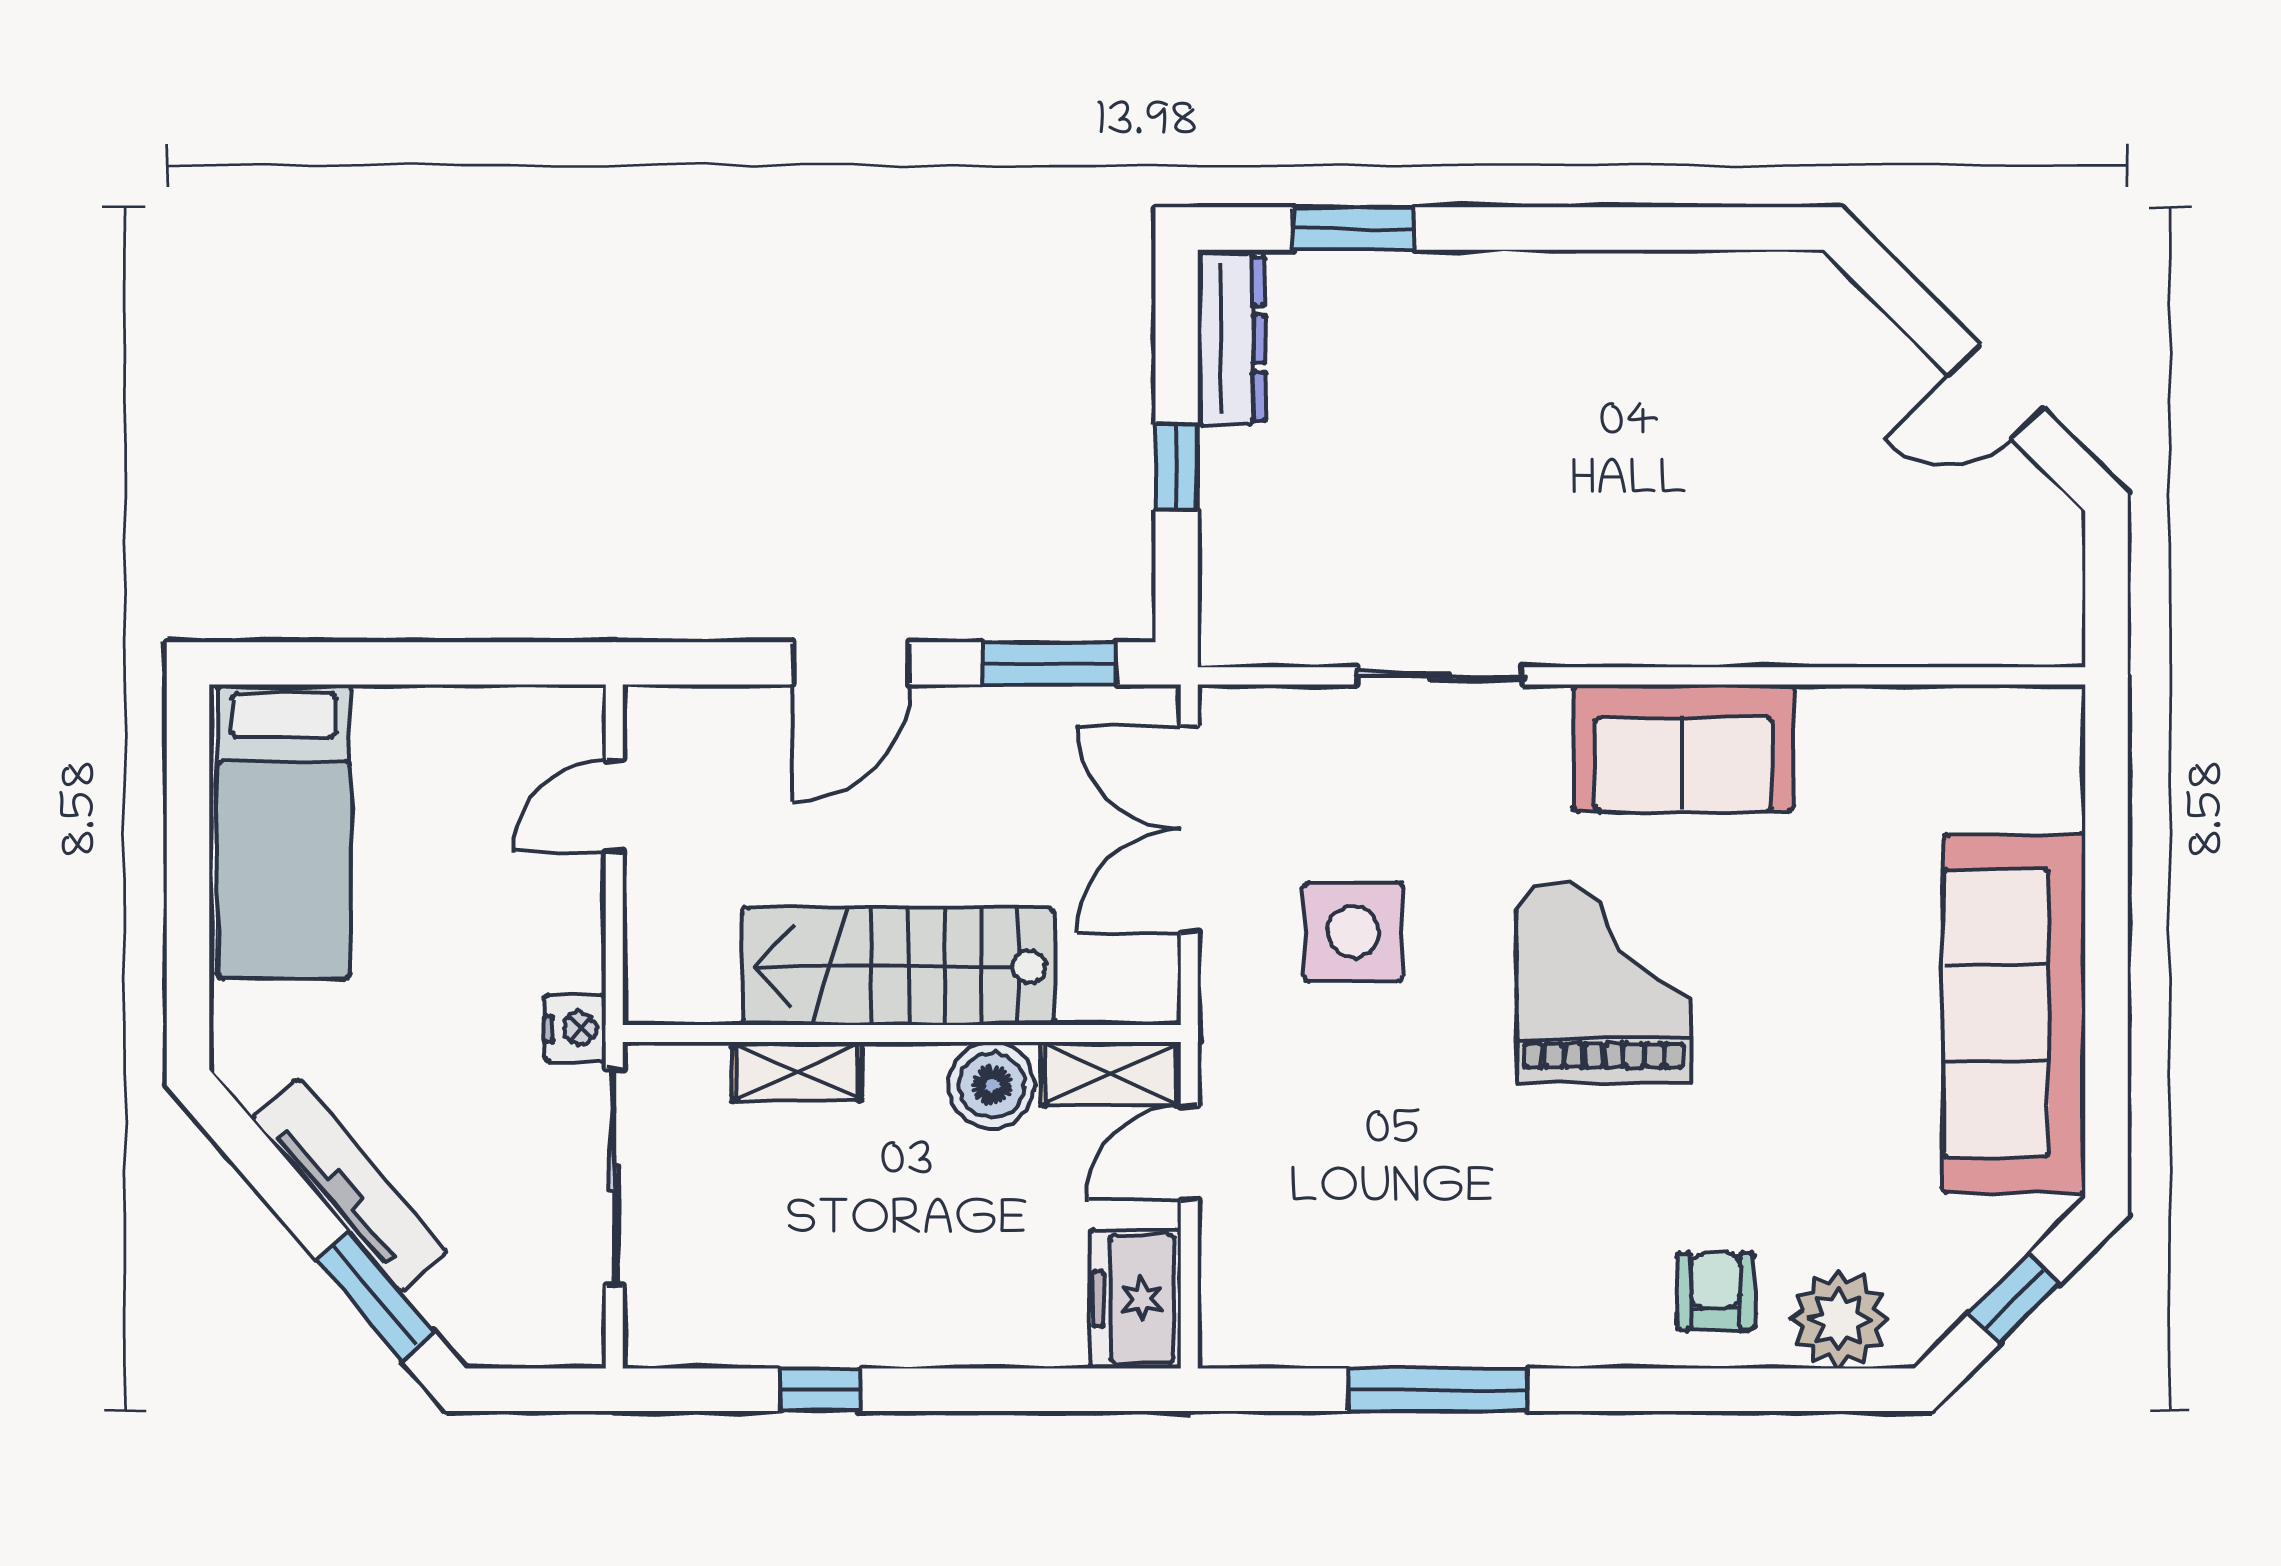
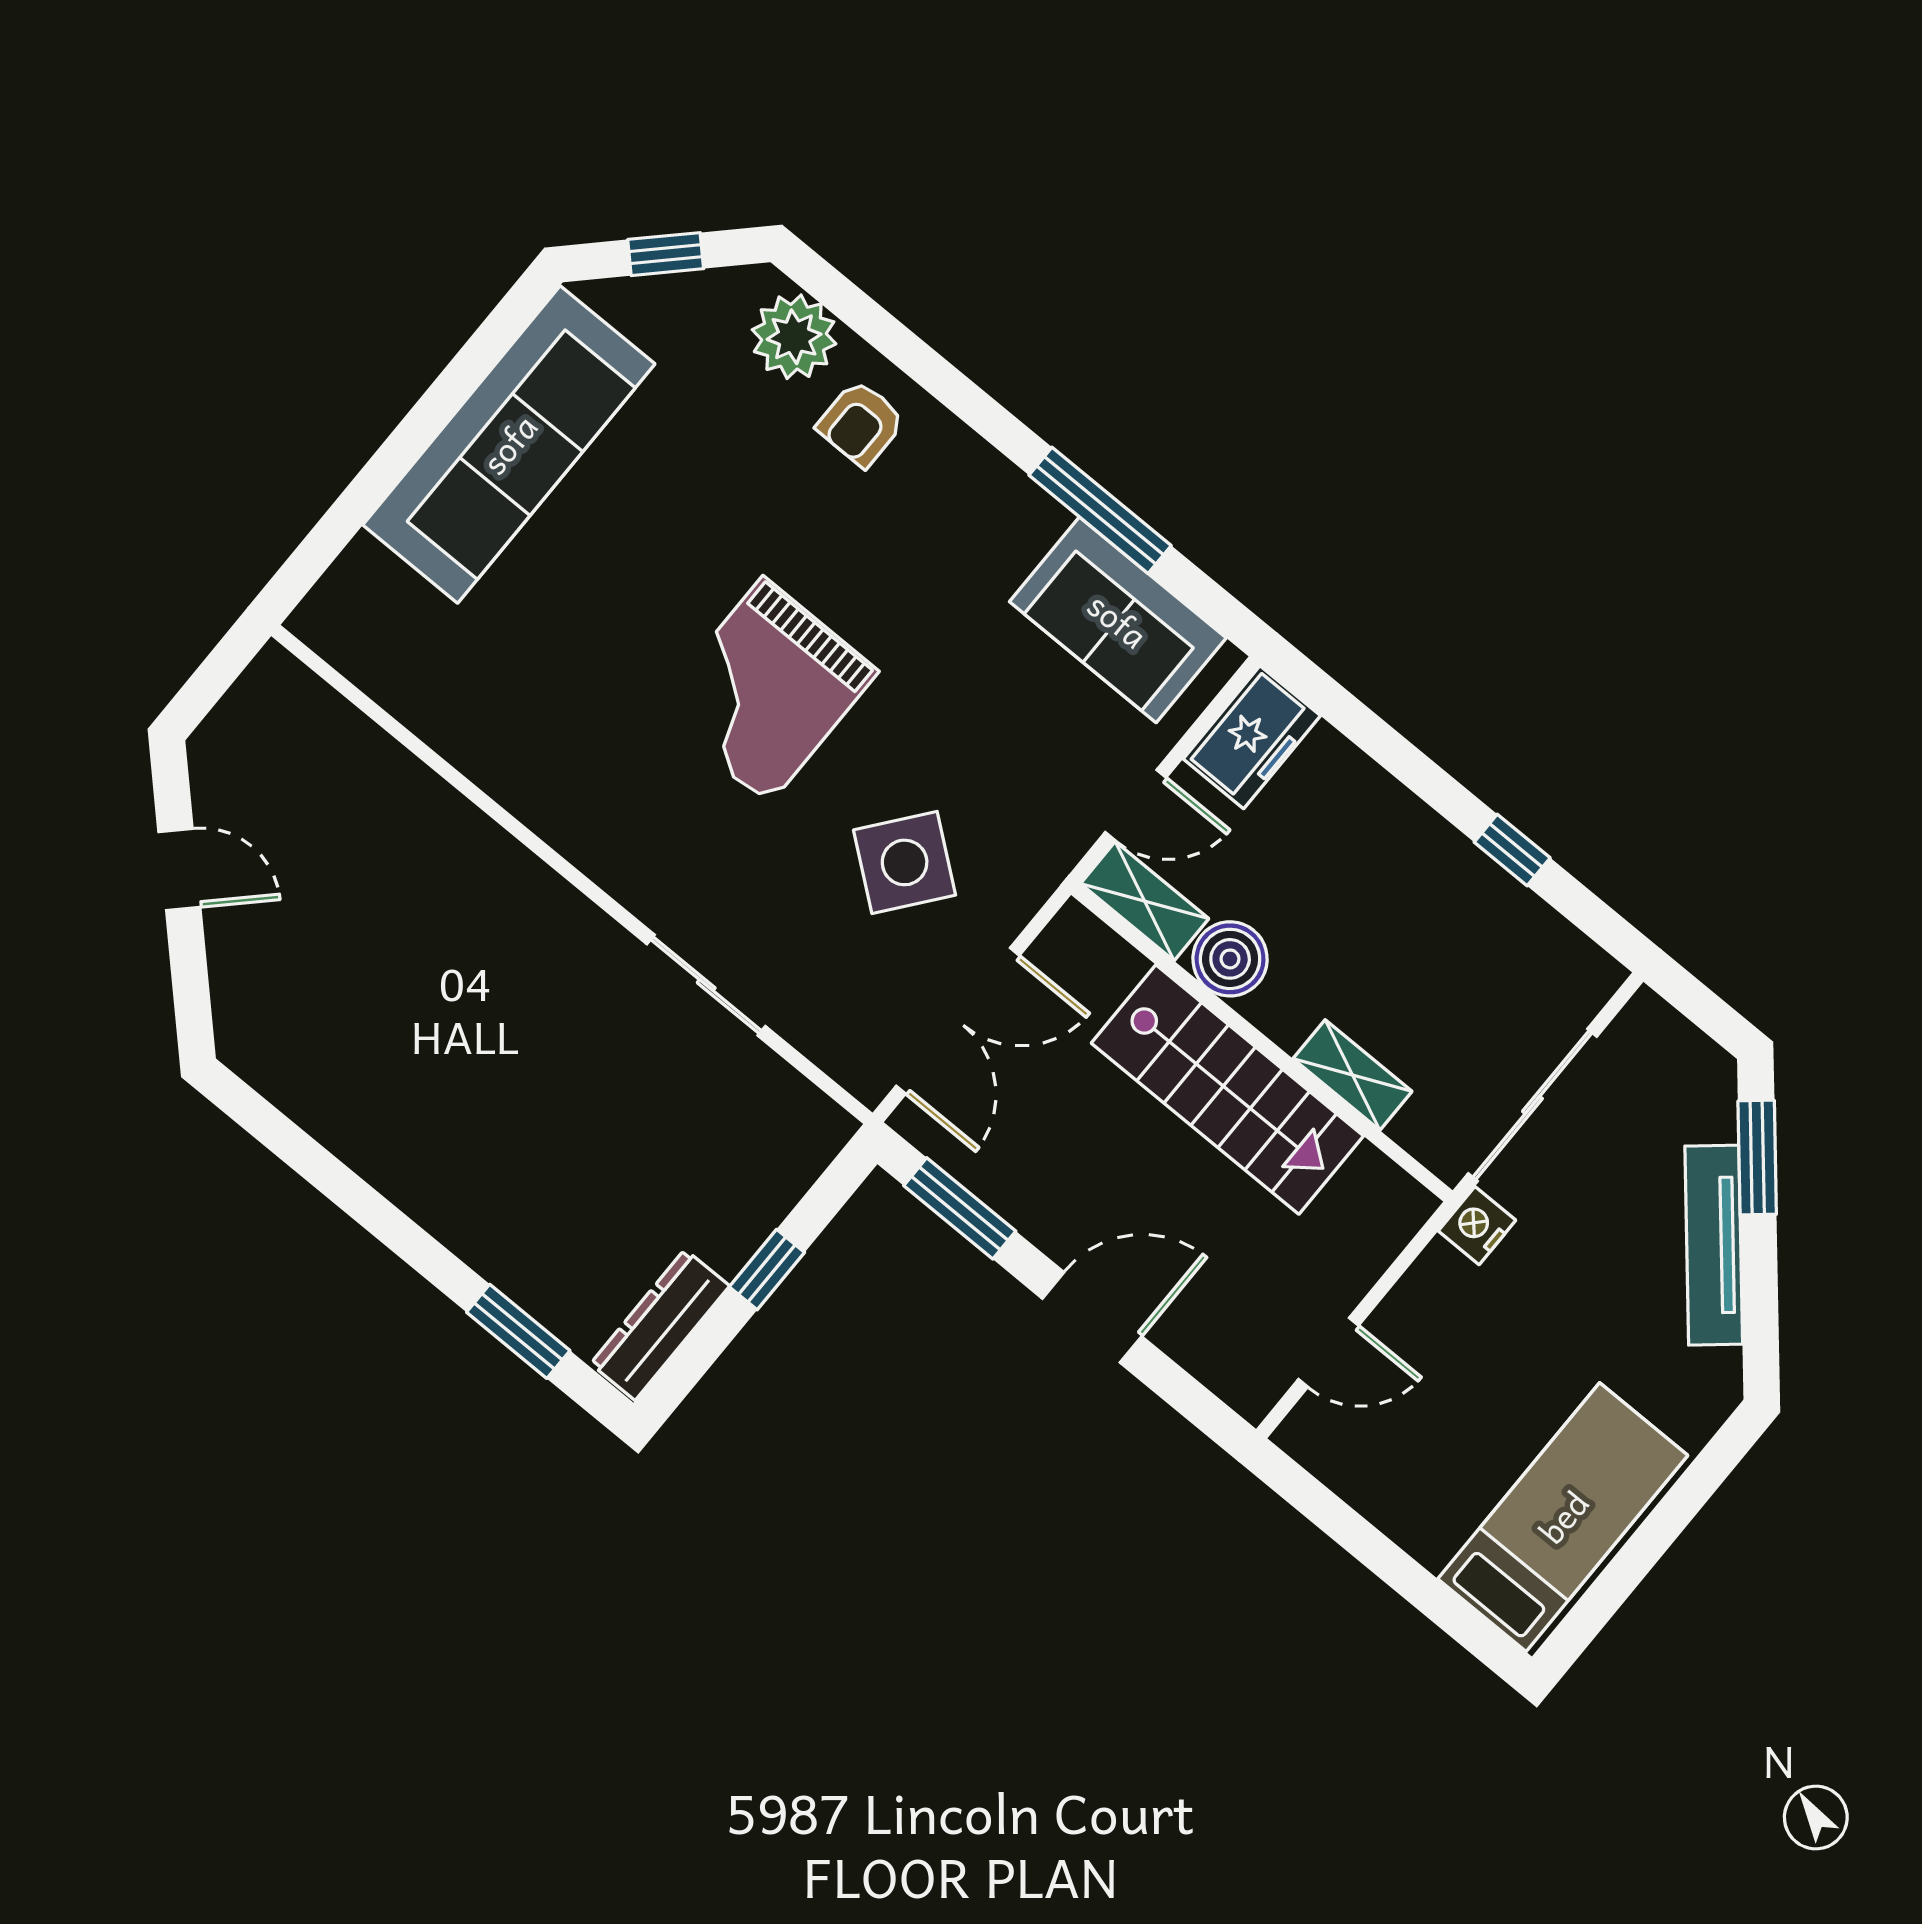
sofa: (1683, 748) -> (1118, 620), moved, turned 180
side table: (1353, 931) -> (905, 862), turned 38

